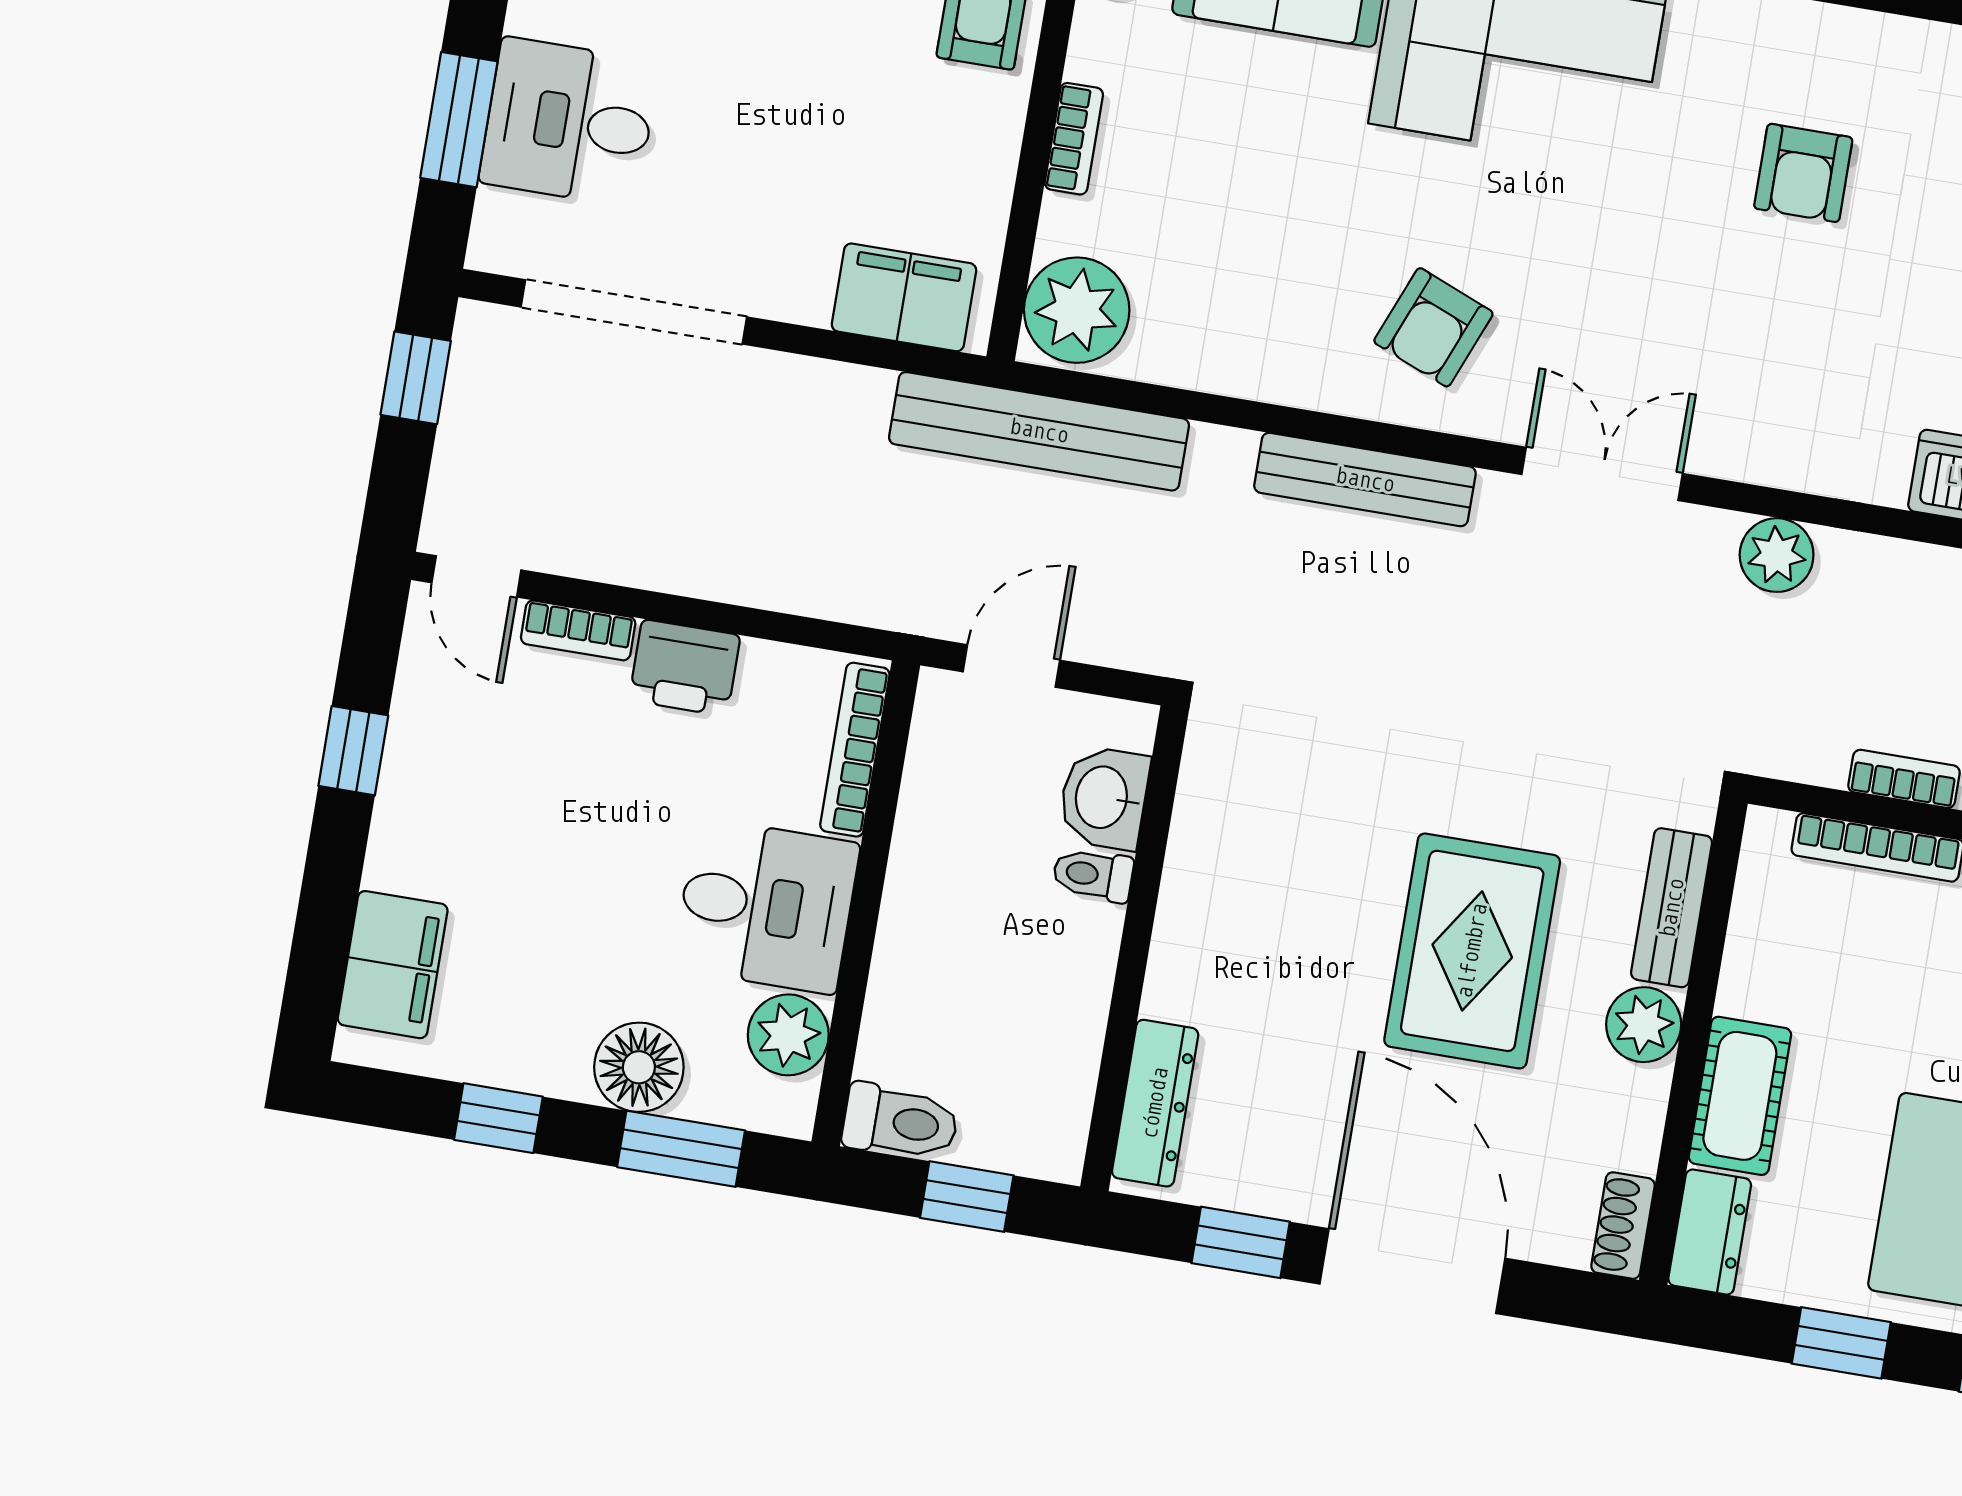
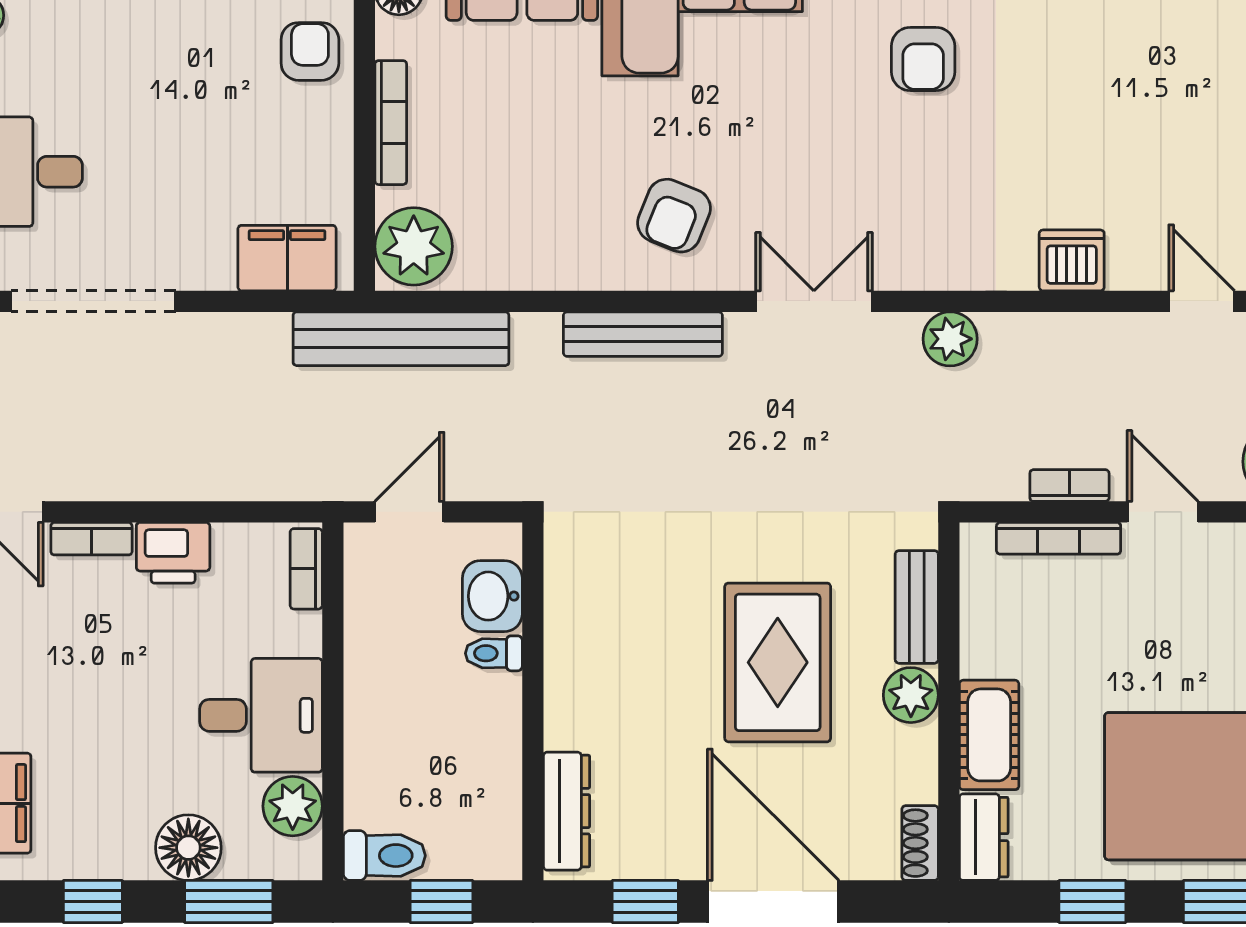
bookcase: (1074, 139) -> (391, 123), width x1.56
bookcase: (855, 750) -> (306, 569), width x0.64

